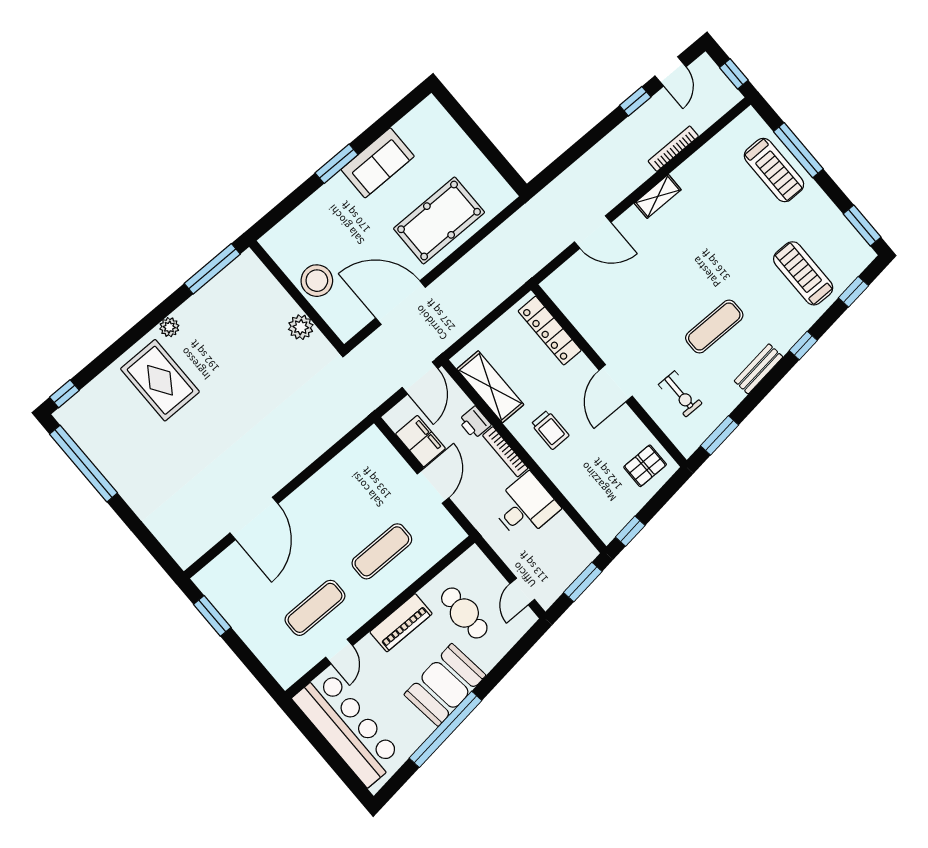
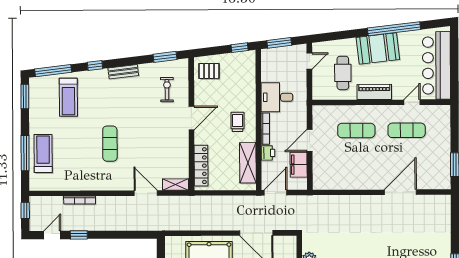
shelving: (658, 196) -> (176, 185), moved
window: (853, 292) -> (53, 71), width x2.17
exercise mat: (714, 327) -> (110, 144), moved, turned 90

